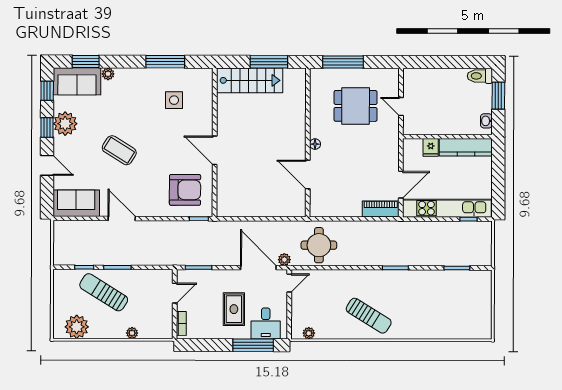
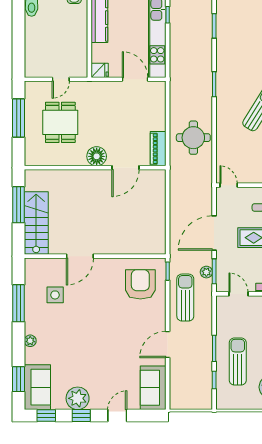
window: (343, 62) -> (19, 118), moved
plant: (108, 74) -> (30, 341), moved
floor lamp: (315, 144) -> (97, 156), width x1.89, depth x1.89
fridge: (431, 147) -> (100, 70), moved
coffee table: (119, 150) -> (103, 347), removed
door: (215, 150) -> (80, 256), moved
piano: (381, 209) -> (158, 149), moved
sun lounger: (171, 237) -> (185, 298), added
round table: (319, 245) -> (193, 138), moved
plant: (284, 260) -> (206, 272), moved
door: (258, 268) -> (214, 233), moved
sun lounger: (104, 292) -> (238, 361), turned 148

